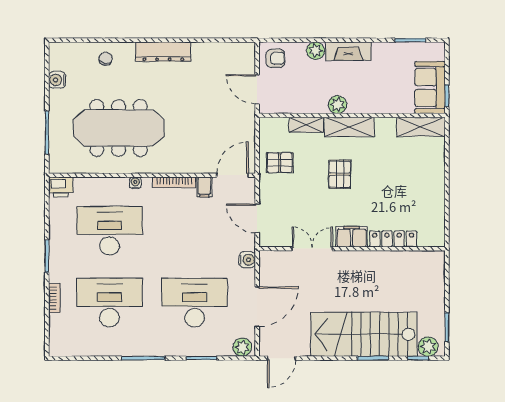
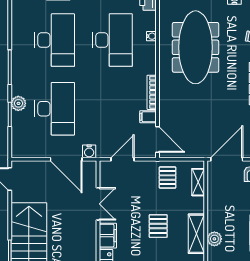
door: (257, 89) -> (227, 159), width x1.36
plant: (338, 105) -> (214, 239), moved
shelving: (306, 125) -> (198, 182), moved
pallet: (340, 174) -> (158, 226), turned 90
water cooler: (135, 183) -> (151, 36), moved
door: (257, 307) -> (66, 159), moved
plant: (242, 347) -> (18, 103), moved

